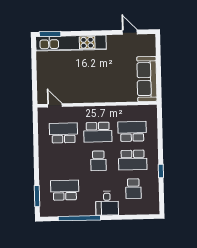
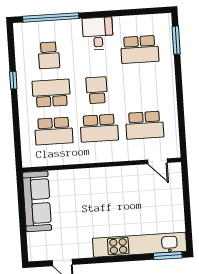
school desk: (98, 132) -> (99, 128), turned 180
school desk: (133, 189) -> (49, 55), turned 180
desk: (107, 203) -> (98, 33), moved
window: (79, 218) -> (51, 17), moved

